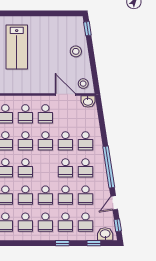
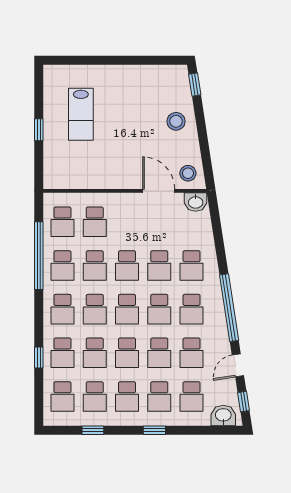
lab bench: (17, 47) -> (81, 114), width x0.73, depth x0.72
school desk: (45, 114) -> (127, 309), moved
window: (94, 243) -> (93, 430), moved

